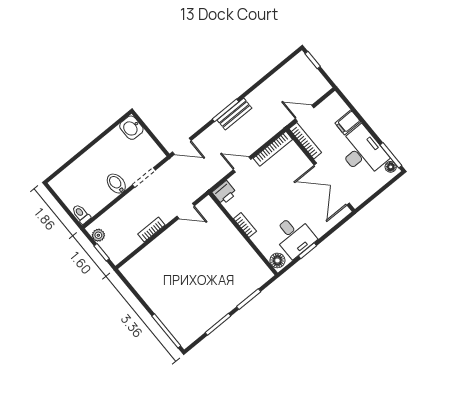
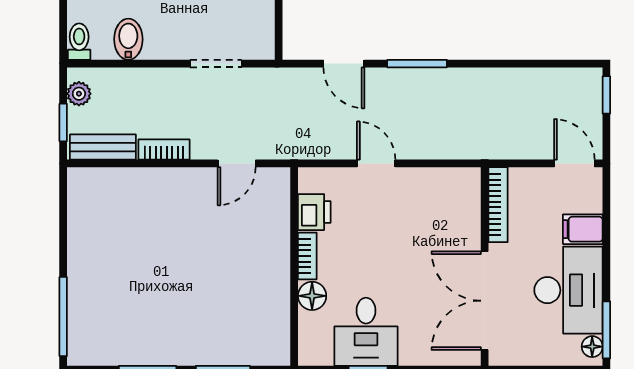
door: (305, 113) -> (574, 163), moved
bench: (234, 114) -> (103, 147), moved
door: (182, 146) -> (344, 64), moved
bookcase: (273, 149) -> (441, 178), removed
bidet: (116, 184) -> (128, 39), moved
printer: (224, 193) -> (314, 212), moved, turned -90
door: (186, 211) -> (237, 163), hinge flipped
floor lamp: (277, 260) -> (312, 296), moved

